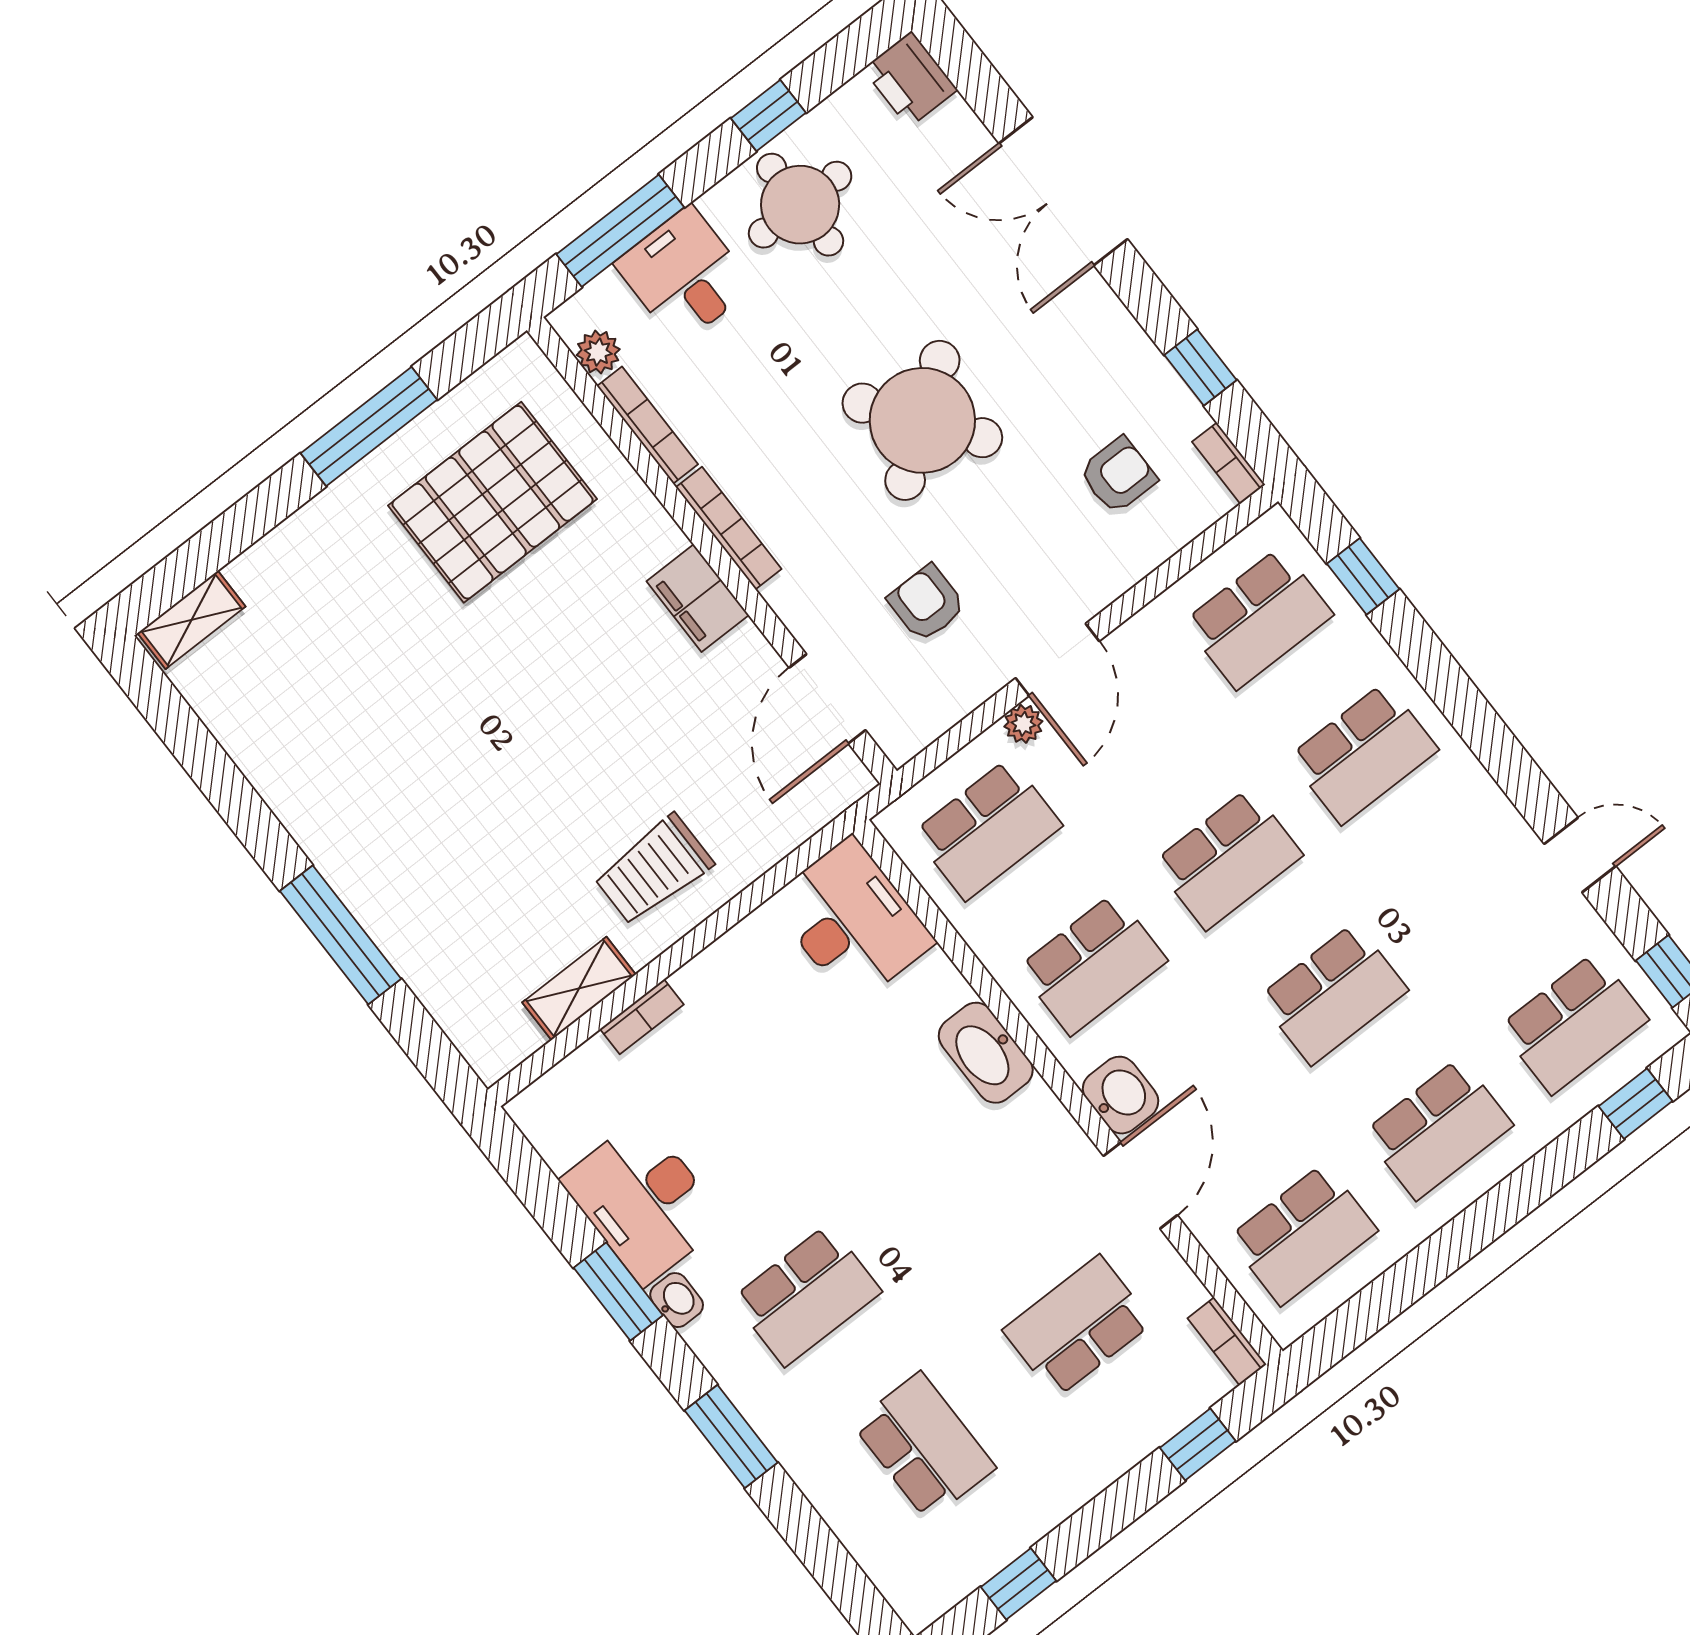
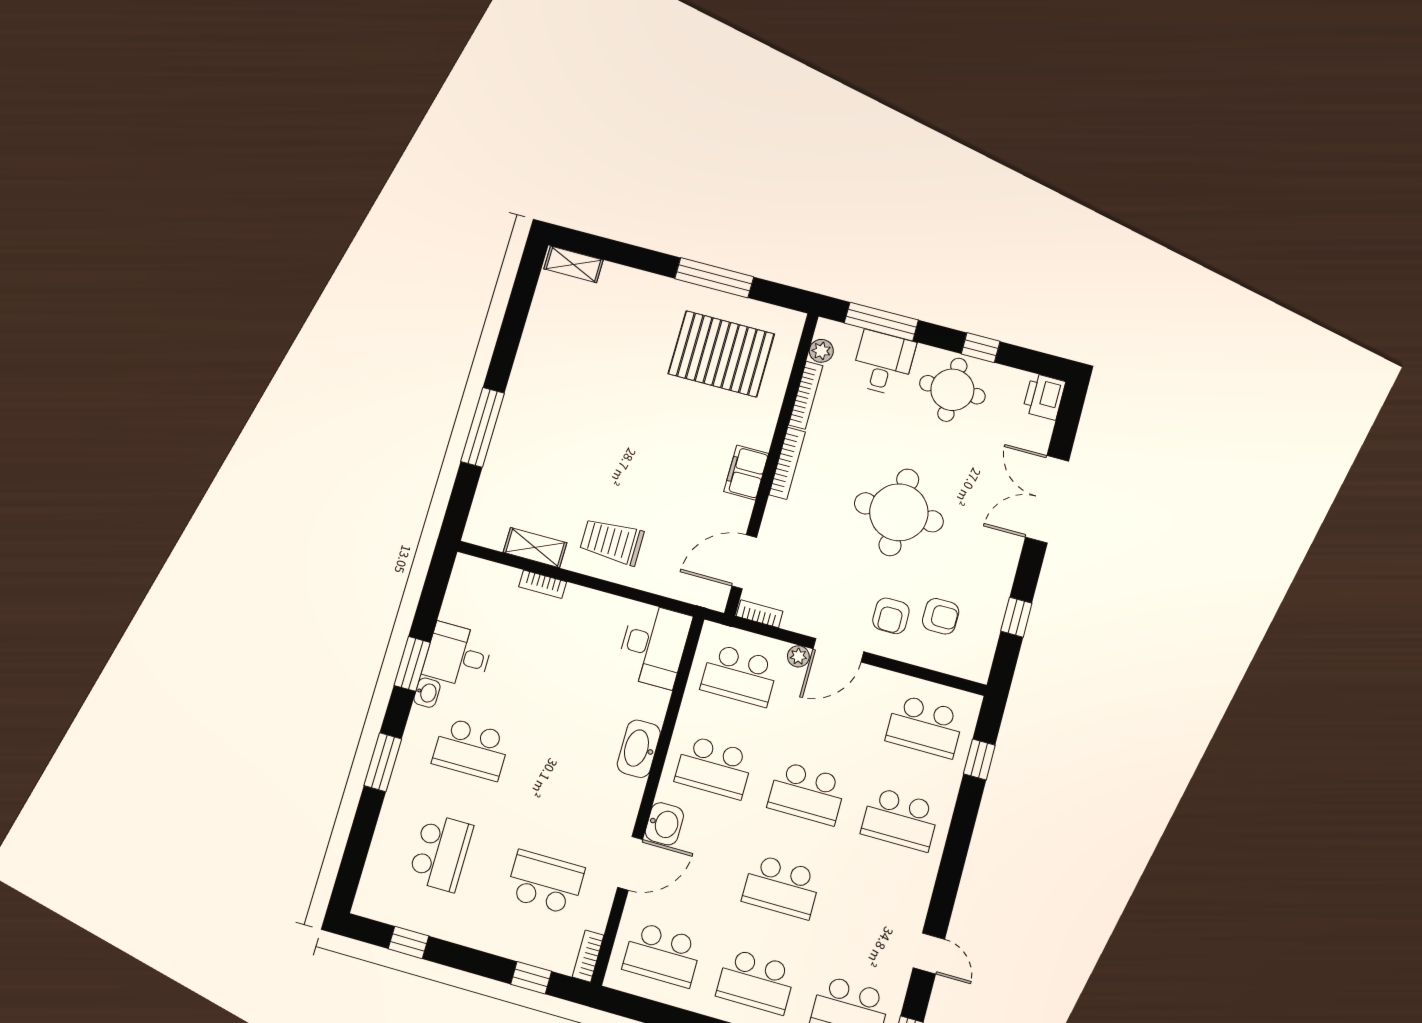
round table: (922, 420) -> (899, 512), turned 36
bookcase: (1229, 463) -> (760, 614), moved, turned 90
armchair: (927, 603) -> (891, 616), moved, turned 180
desk: (643, 1201) -> (458, 655), width x0.73

